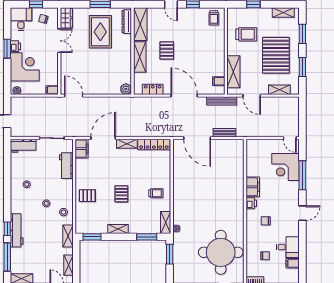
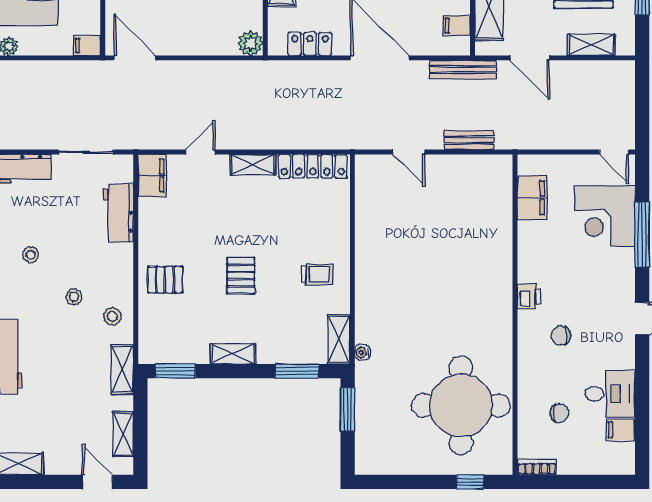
door: (103, 138) -> (200, 152), width x0.53
door: (197, 138) -> (409, 152), width x0.53
filing cabinet: (253, 187) -> (532, 198), moved

